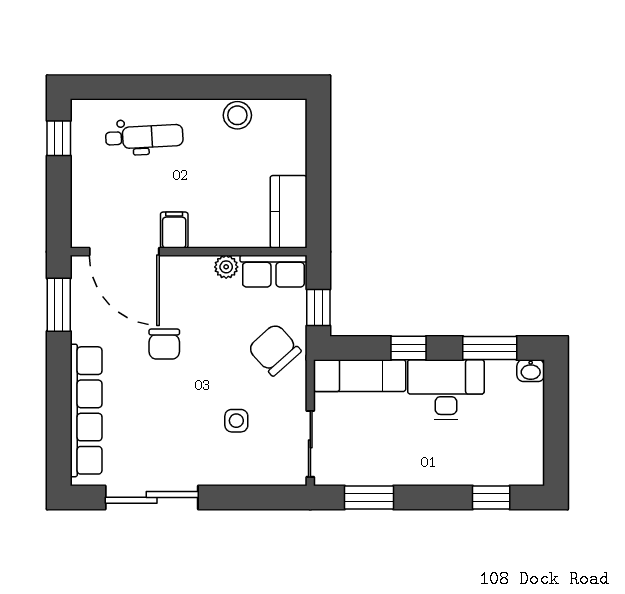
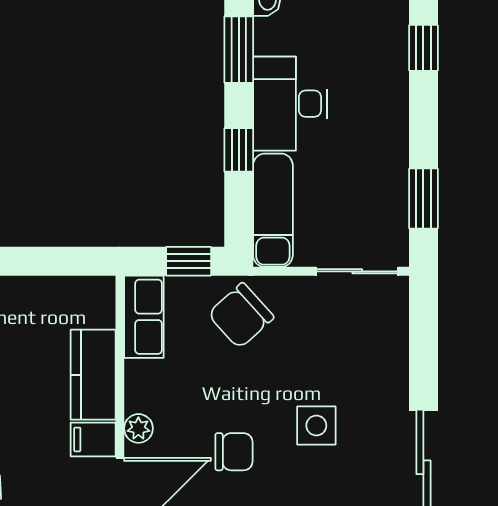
kitchen counter: (289, 212) -> (93, 375), moved, turned 90
plant: (226, 267) -> (138, 428), moved
side table: (236, 421) -> (316, 425), moved, width x1.37, depth x1.37

